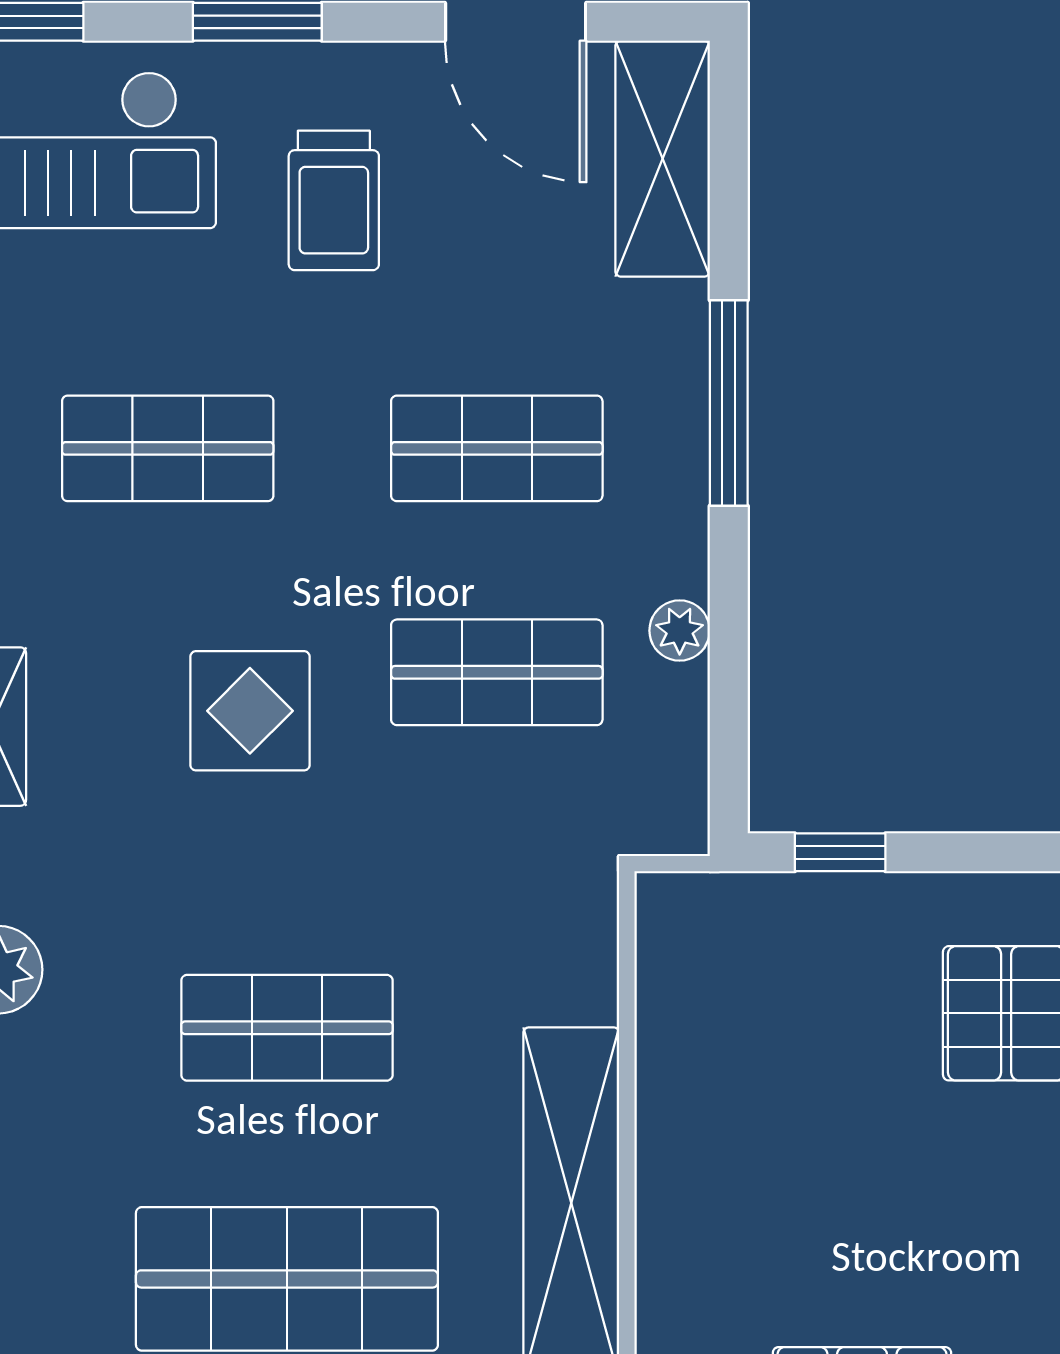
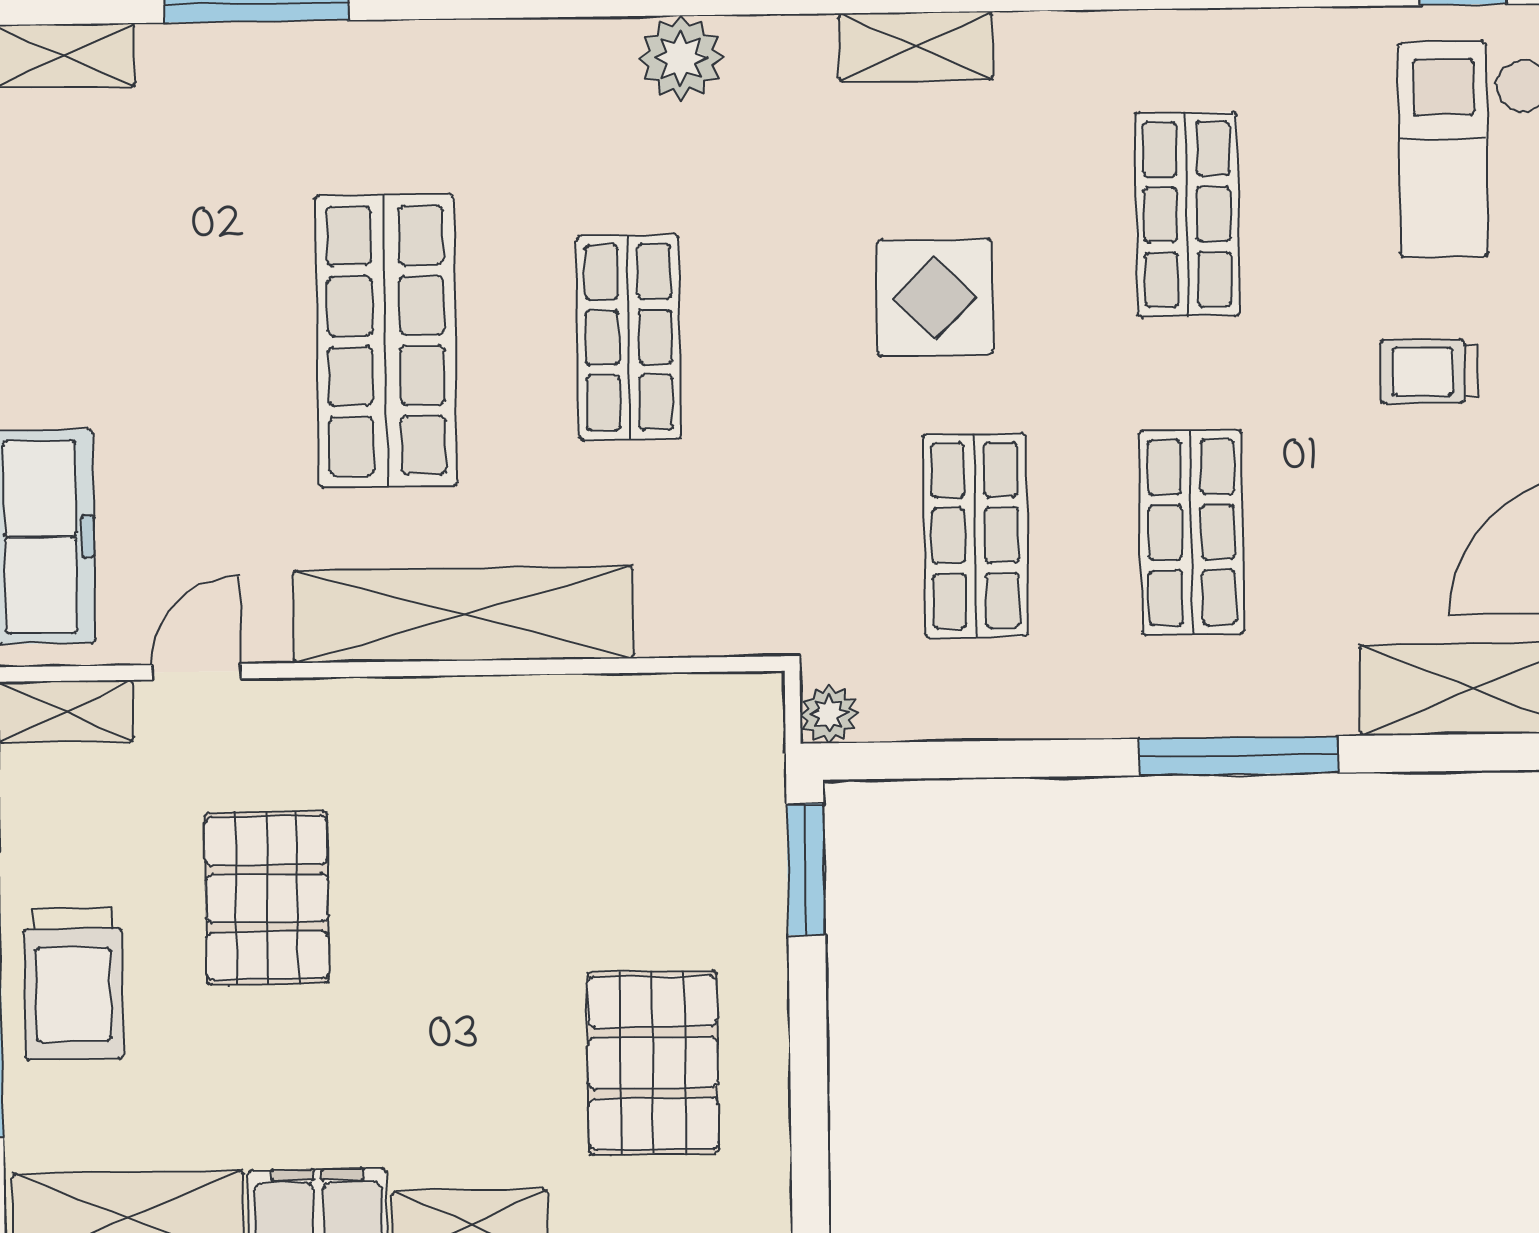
trolley: (334, 200) -> (1429, 371), width x0.73, depth x0.72
plant: (680, 631) -> (829, 714), moved
window: (840, 852) -> (806, 869), width x1.50

